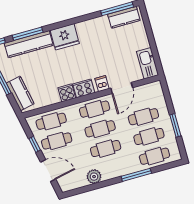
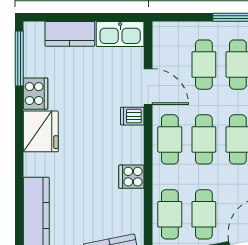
kitchen counter: (124, 17) -> (70, 34), moved, turned 90
window: (28, 34) -> (19, 213), removed
fridge: (65, 37) -> (41, 131), moved
cooker: (84, 88) -> (36, 94), moved, turned 180

